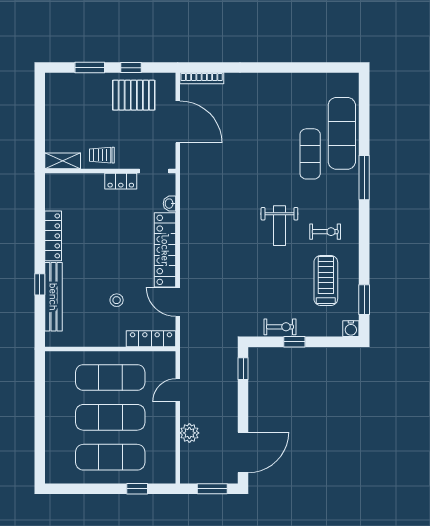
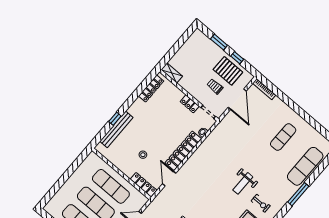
exercise mat: (310, 154) -> (283, 137), moved
trolley: (102, 155) -> (215, 86), moved
locker: (53, 236) -> (151, 89), moved

